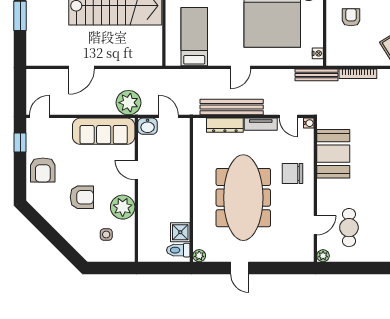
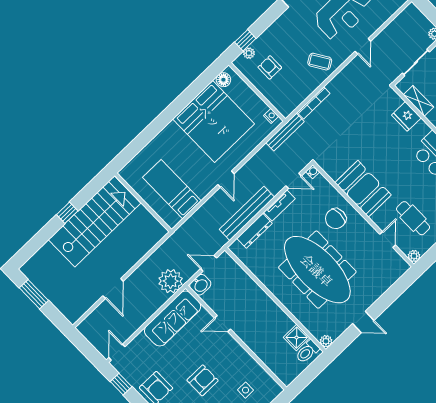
booth: (333, 154) -> (363, 189), moved
plant: (123, 207) -> (238, 359), removed

